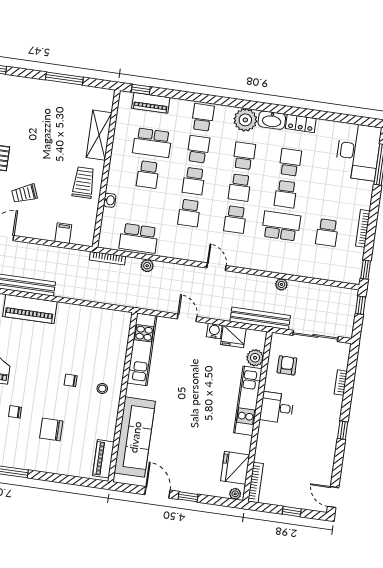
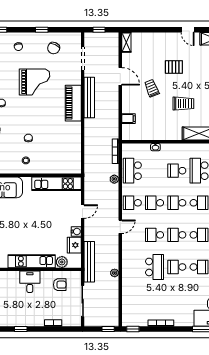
trolley: (84, 183) -> (183, 104), moved
school desk: (327, 233) -> (132, 203), moved

